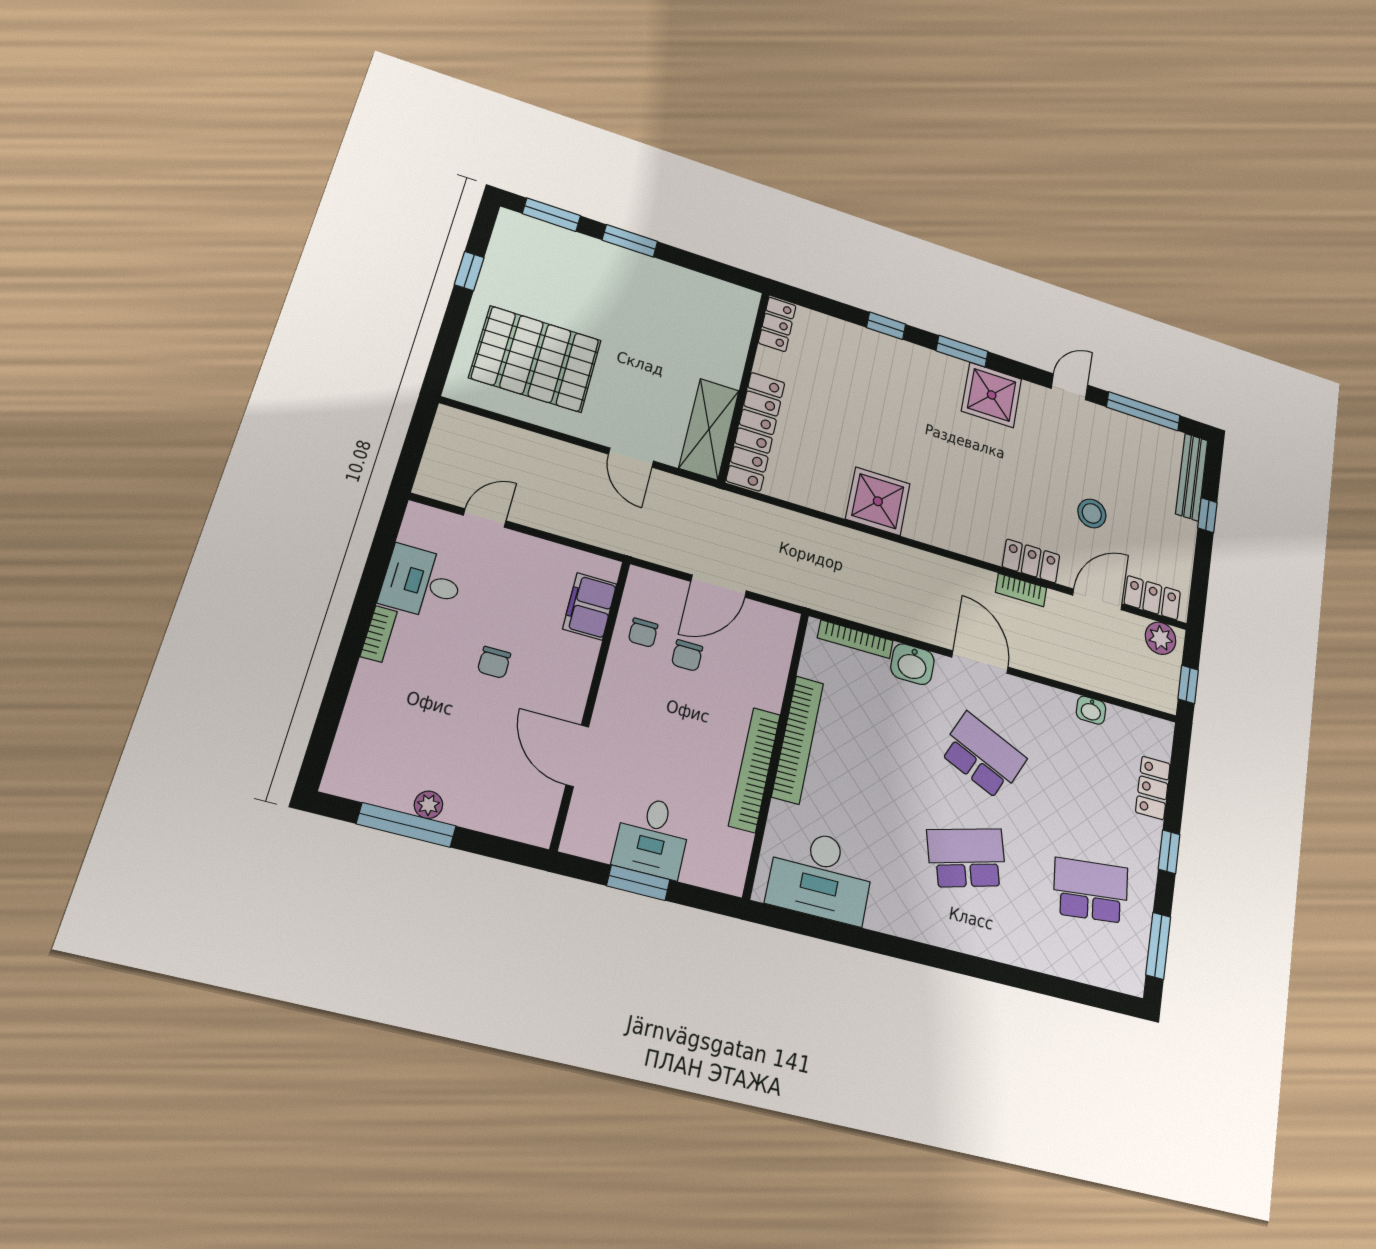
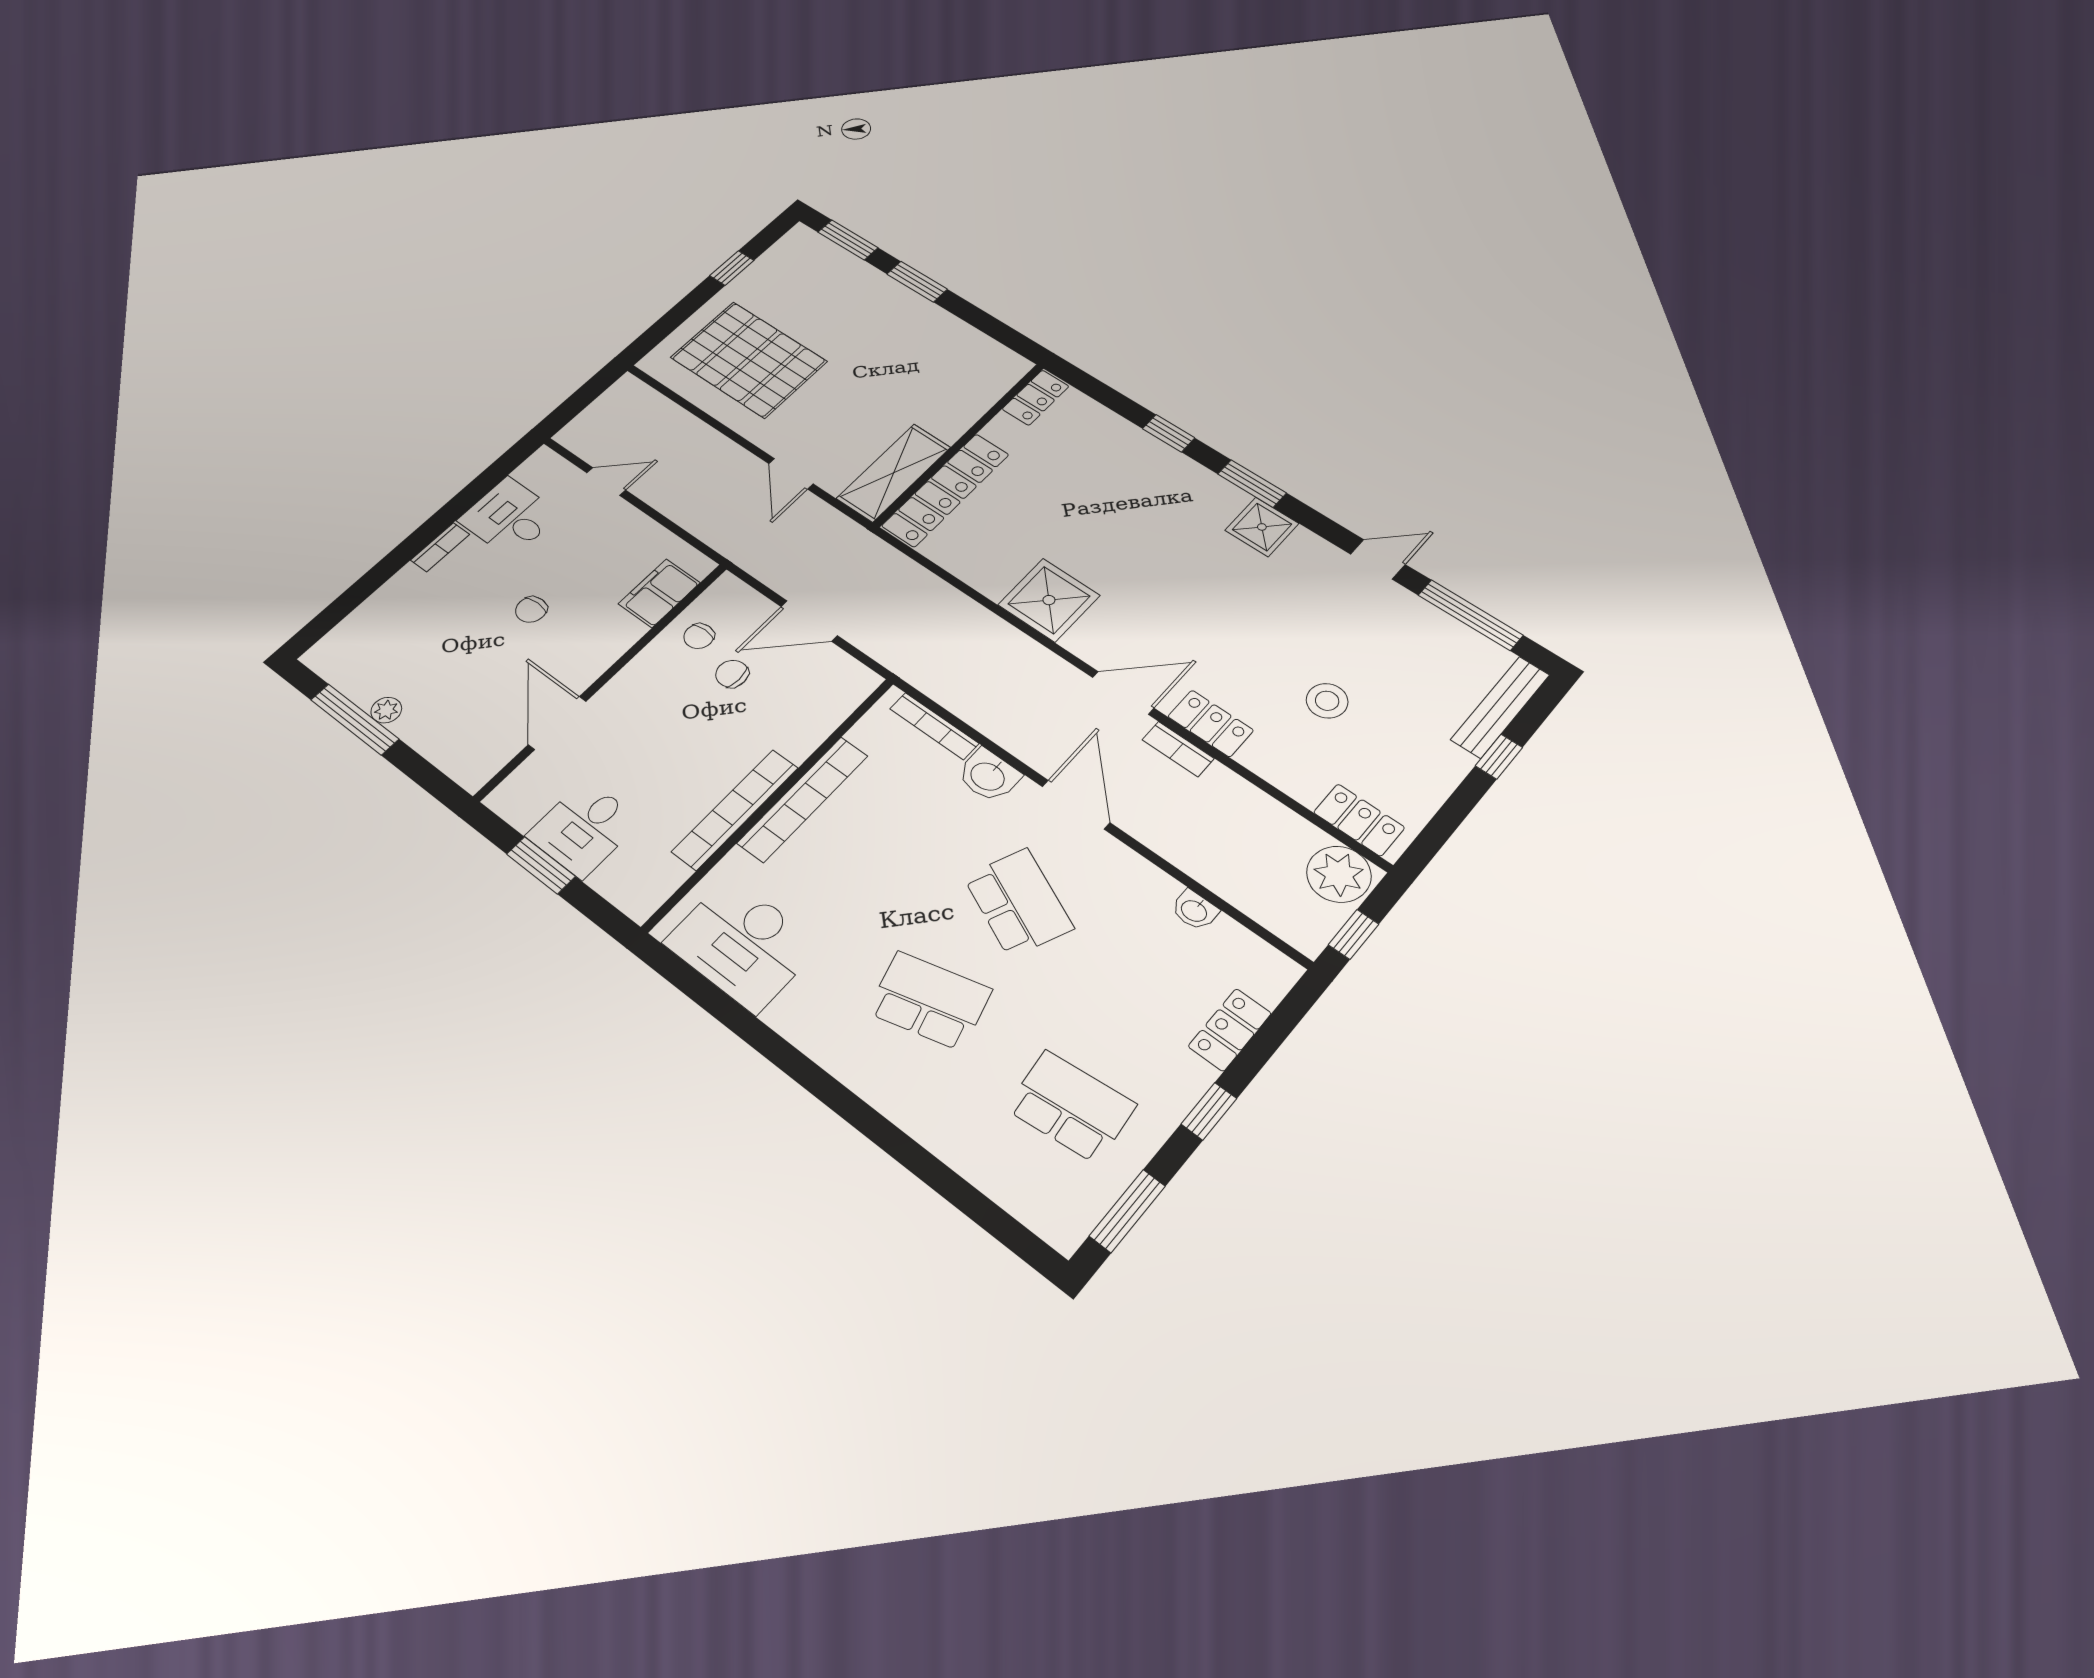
shower: (992, 395) -> (1262, 527), width x0.73, depth x0.73
door: (1097, 599) -> (1123, 693), moved
plant: (1161, 638) -> (1339, 874), width x1.36, depth x1.36
chair: (687, 656) -> (732, 674), turned 90

